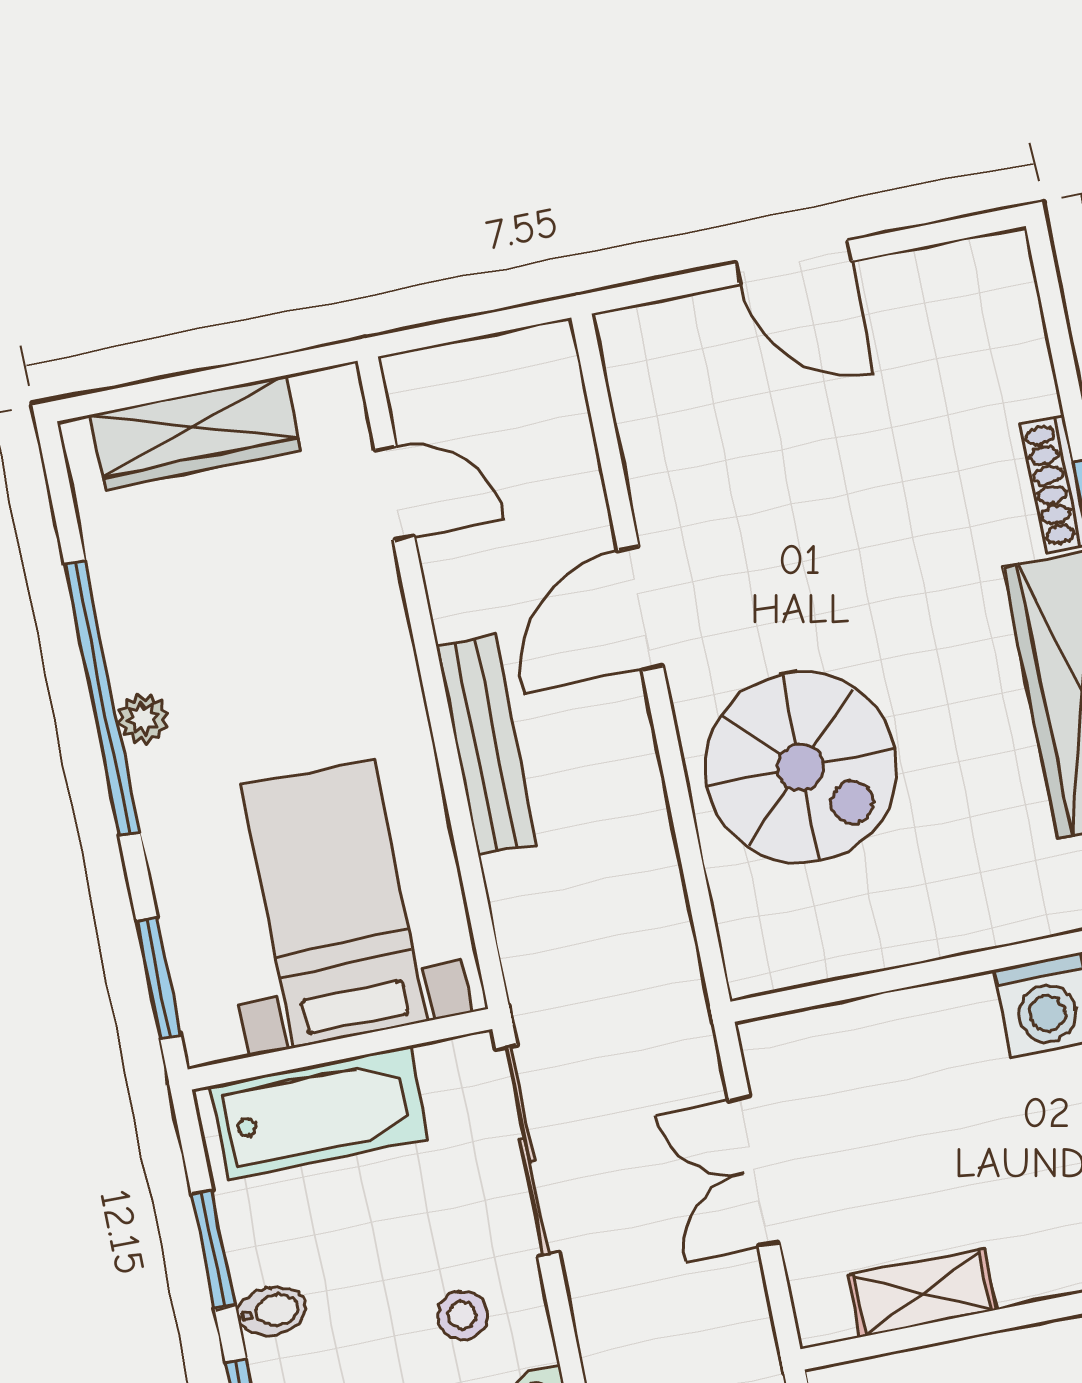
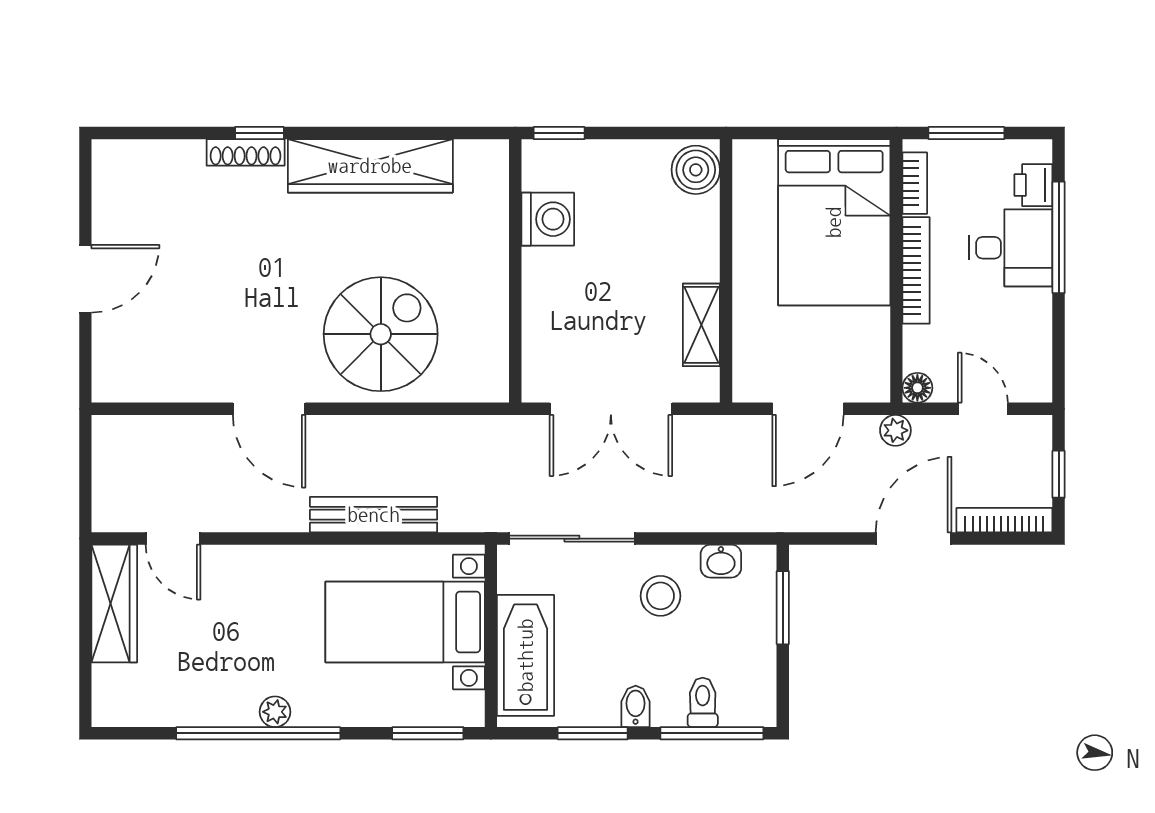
wardrobe: (195, 432) -> (114, 604), moved
door: (395, 493) -> (173, 539), swing flipped
bench: (486, 745) -> (374, 515), moved
double door: (754, 1172) -> (611, 409), width x1.37
stool: (462, 1316) -> (660, 596), width x1.37, depth x1.37

